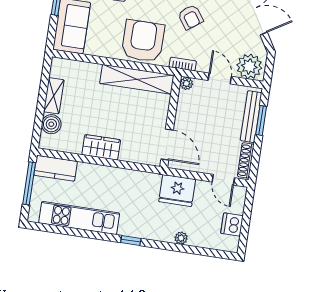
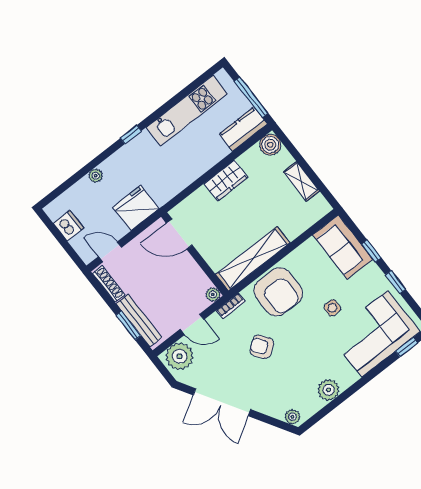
boiler: (51, 124) -> (270, 145), moved

